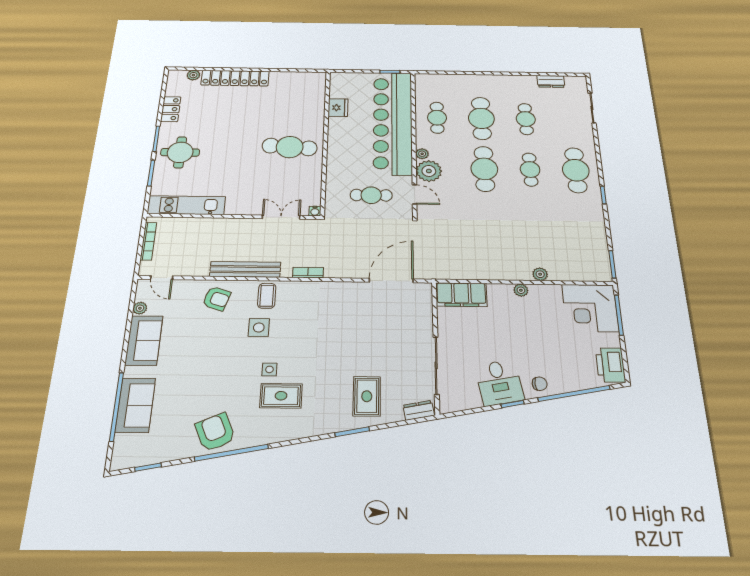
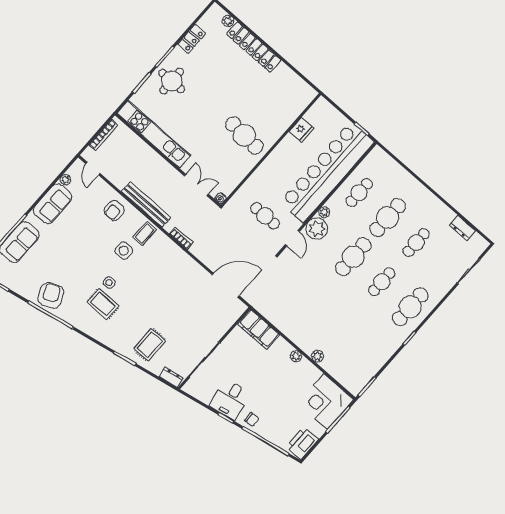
kitchen unit: (186, 205) -> (154, 134), width x1.36
armchair: (216, 299) -> (114, 211), turned 72

